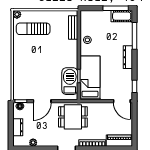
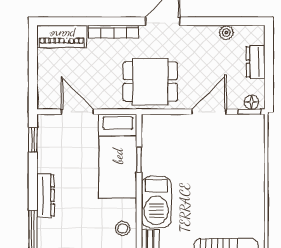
barbecue: (70, 81) -> (156, 202), moved
door: (122, 101) -> (77, 112), moved

